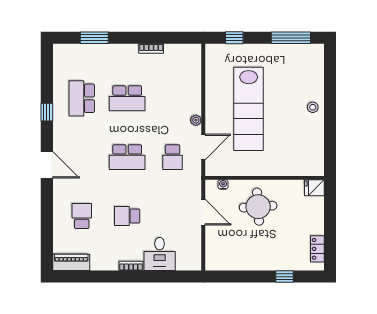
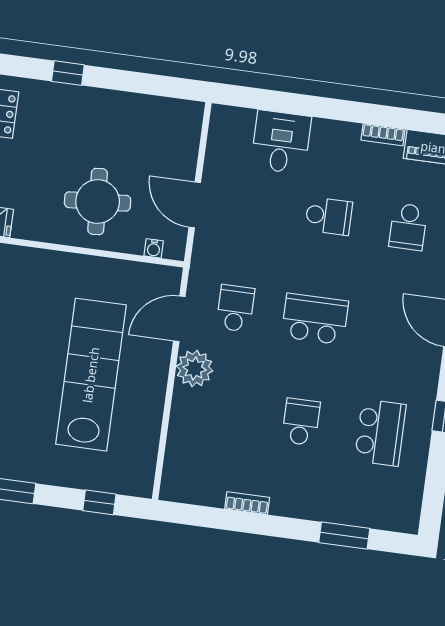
school desk: (127, 98) -> (301, 422), width x0.54
plant: (196, 120) -> (195, 368), width x1.88, depth x1.88
bookcase: (131, 266) -> (383, 135), moved

